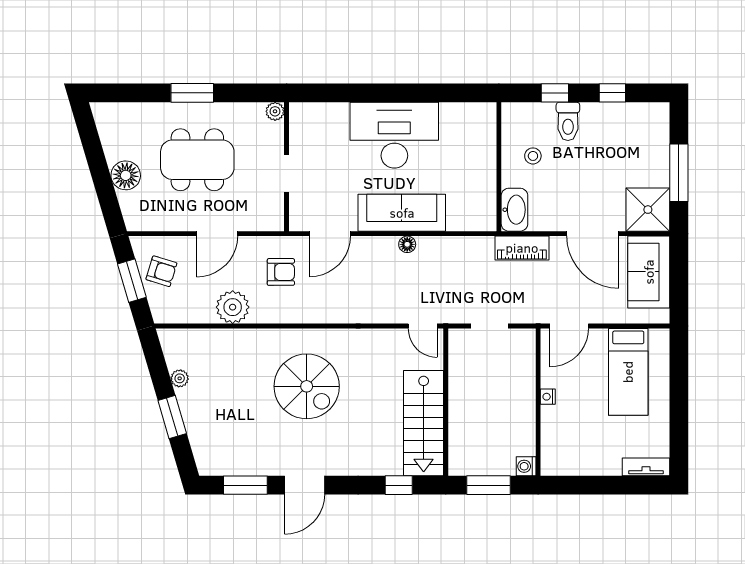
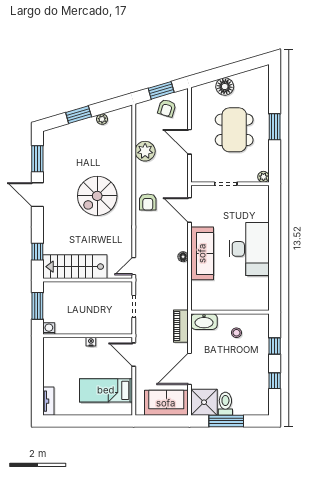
toilet: (568, 121) -> (225, 404), moved, turned 90
armchair: (281, 272) -> (148, 202), moved

